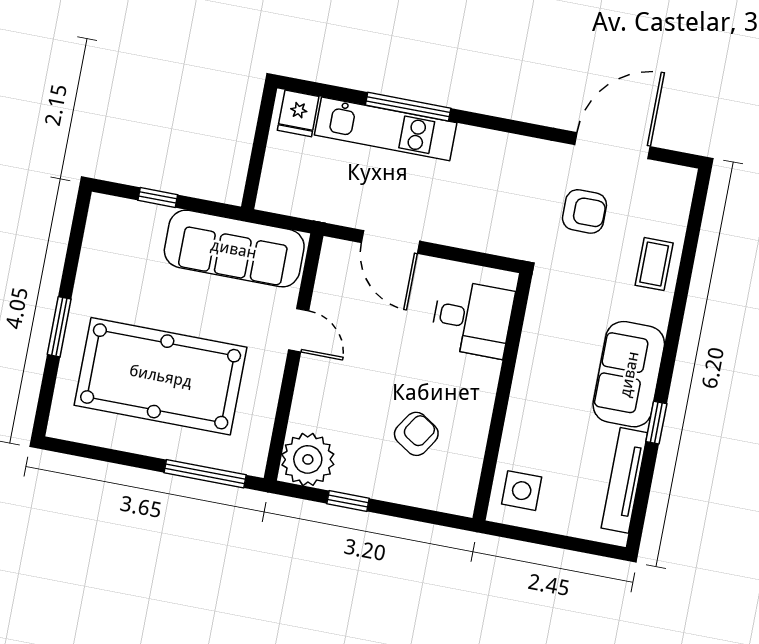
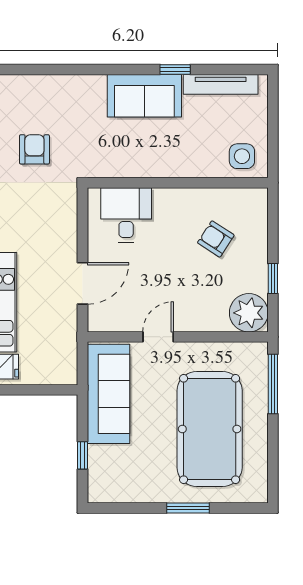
coffee table: (654, 264) -> (62, 93), removed

